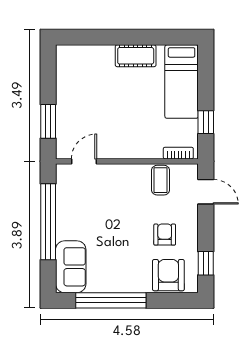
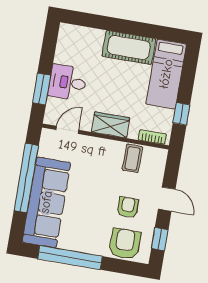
cot: (136, 56) -> (129, 48), width x1.37, depth x1.34
desk: (75, 109) -> (68, 82), added
wardrobe: (130, 148) -> (110, 125), added
door: (206, 192) -> (167, 199), moved
sofa: (71, 267) -> (46, 202), width x1.85, depth x1.27

